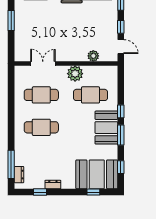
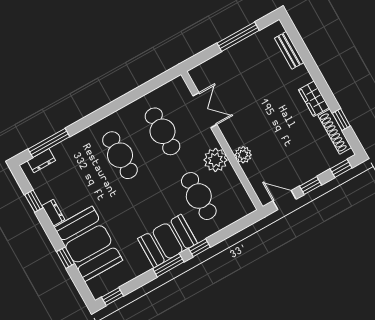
window: (11, 20) -> (238, 37), width x1.44
door: (121, 47) -> (285, 200), swing flipped
plant: (93, 56) -> (243, 155), moved
window: (121, 167) -> (113, 297), moved
booth: (97, 174) -> (88, 244), moved
window: (93, 192) -> (65, 258), moved

